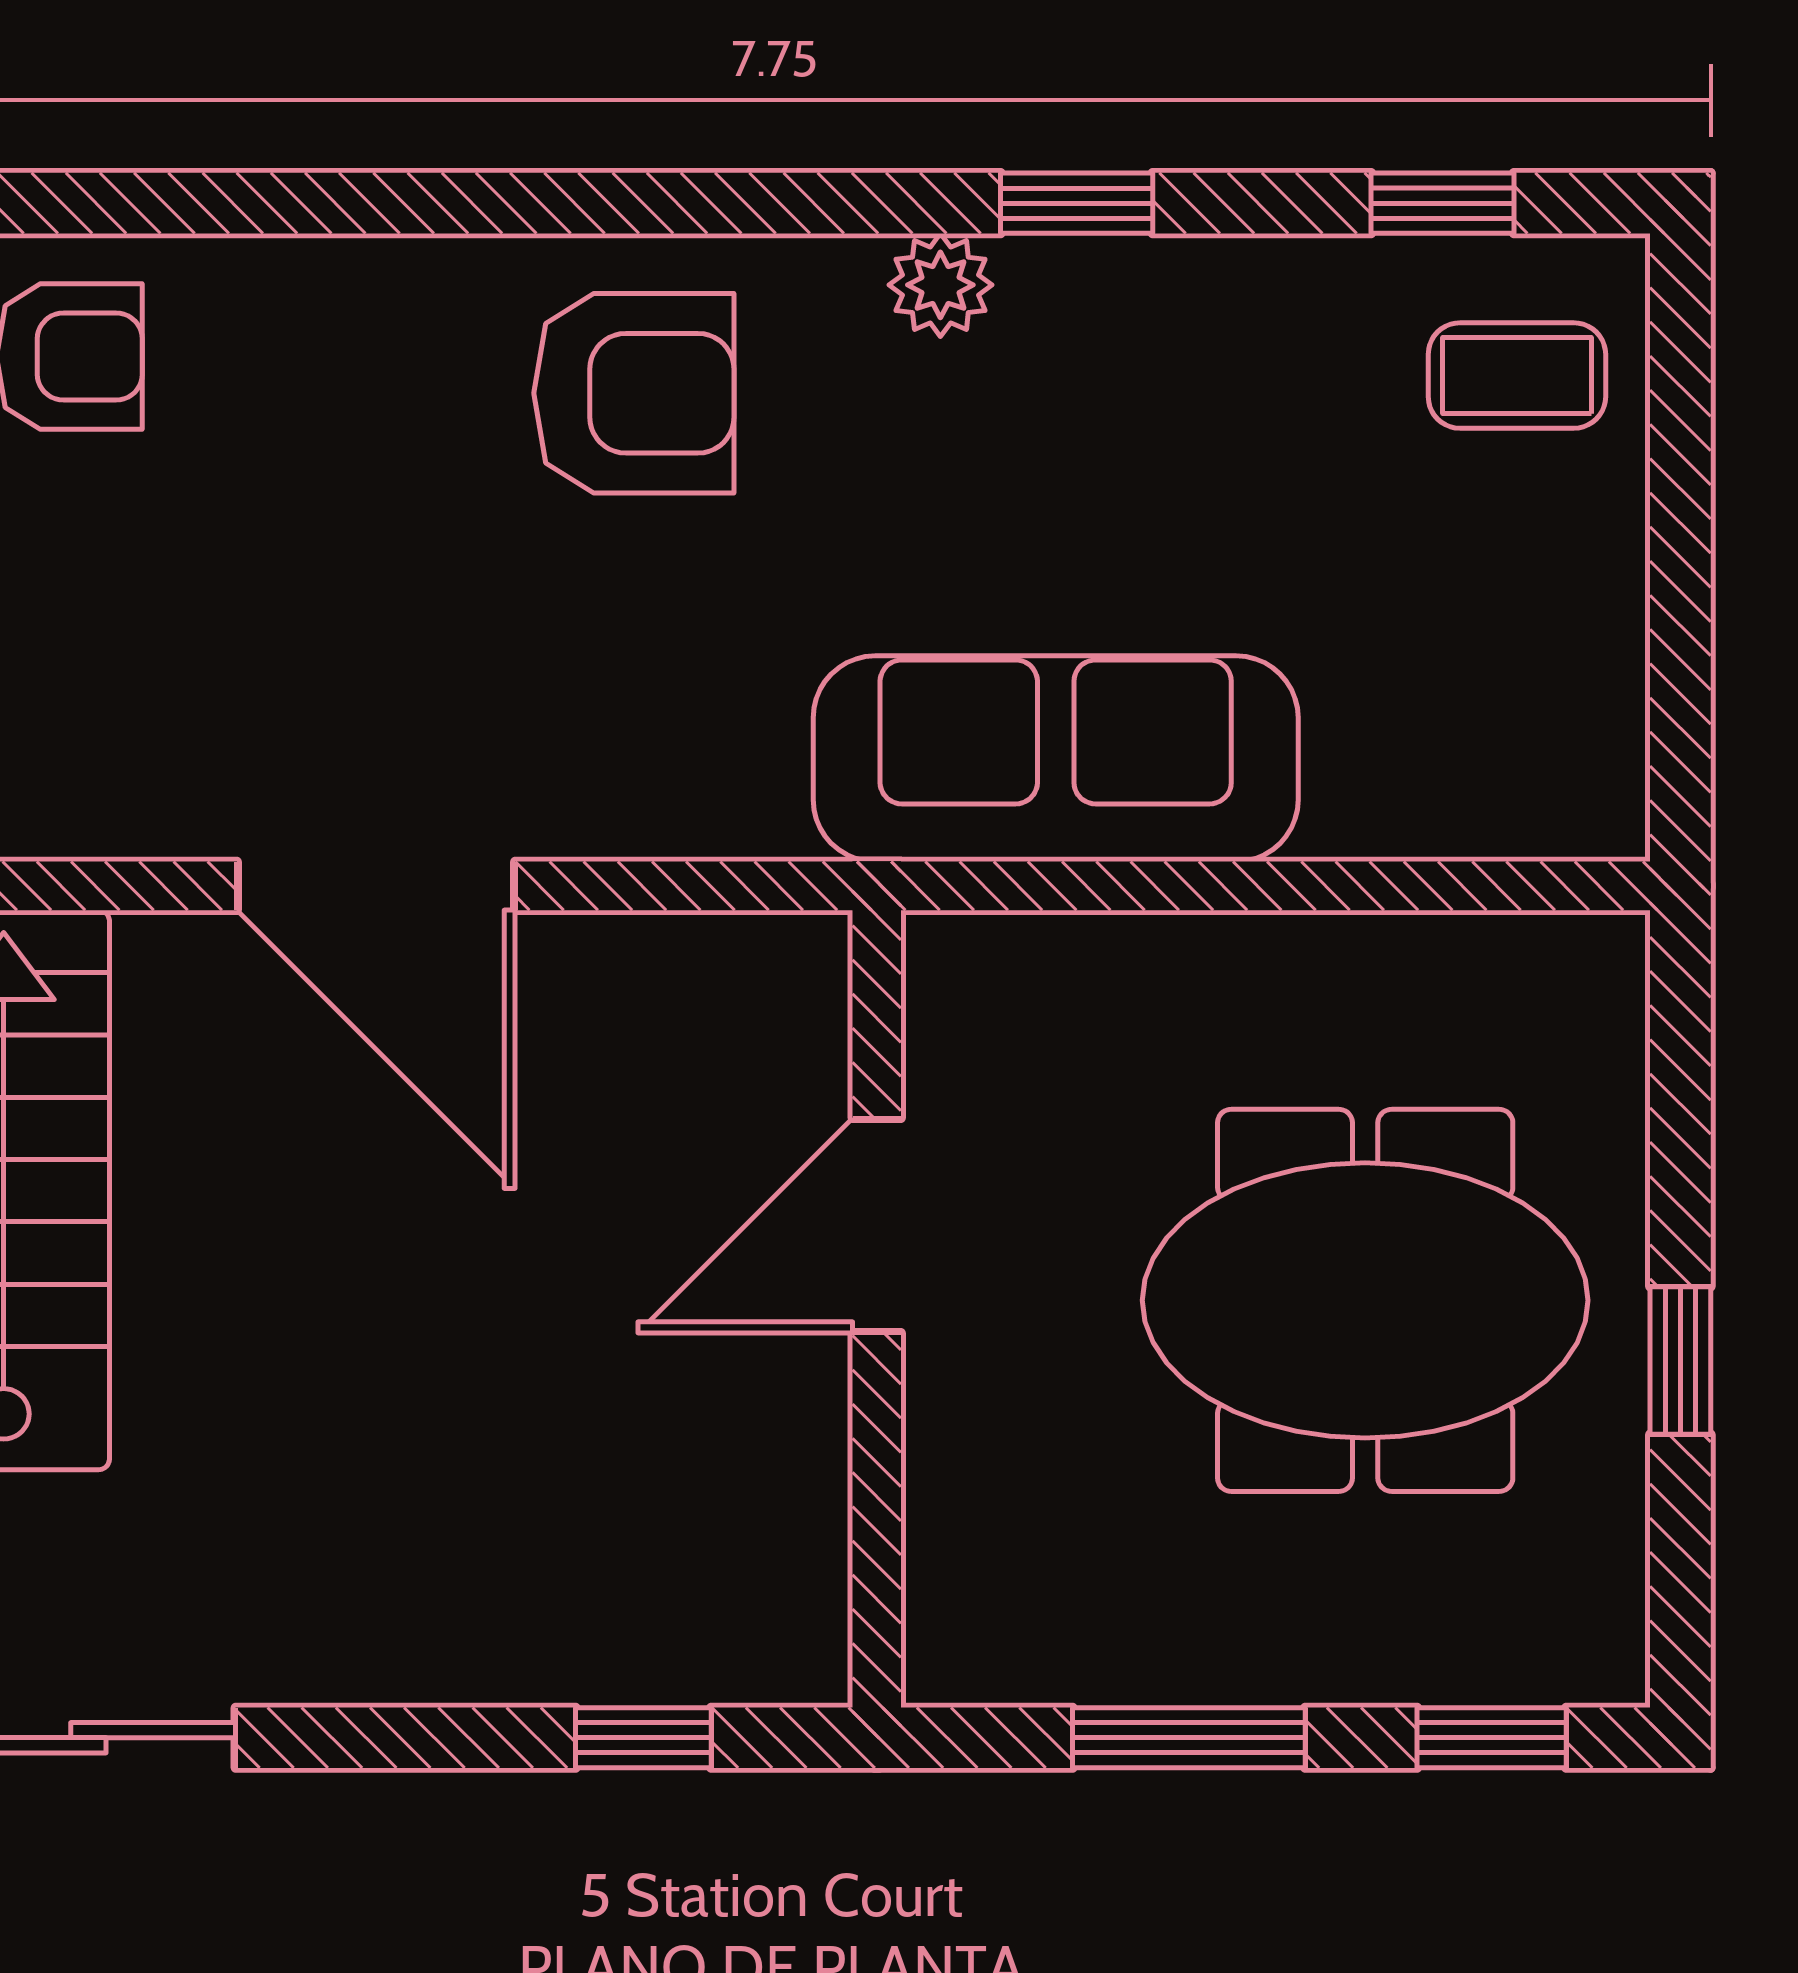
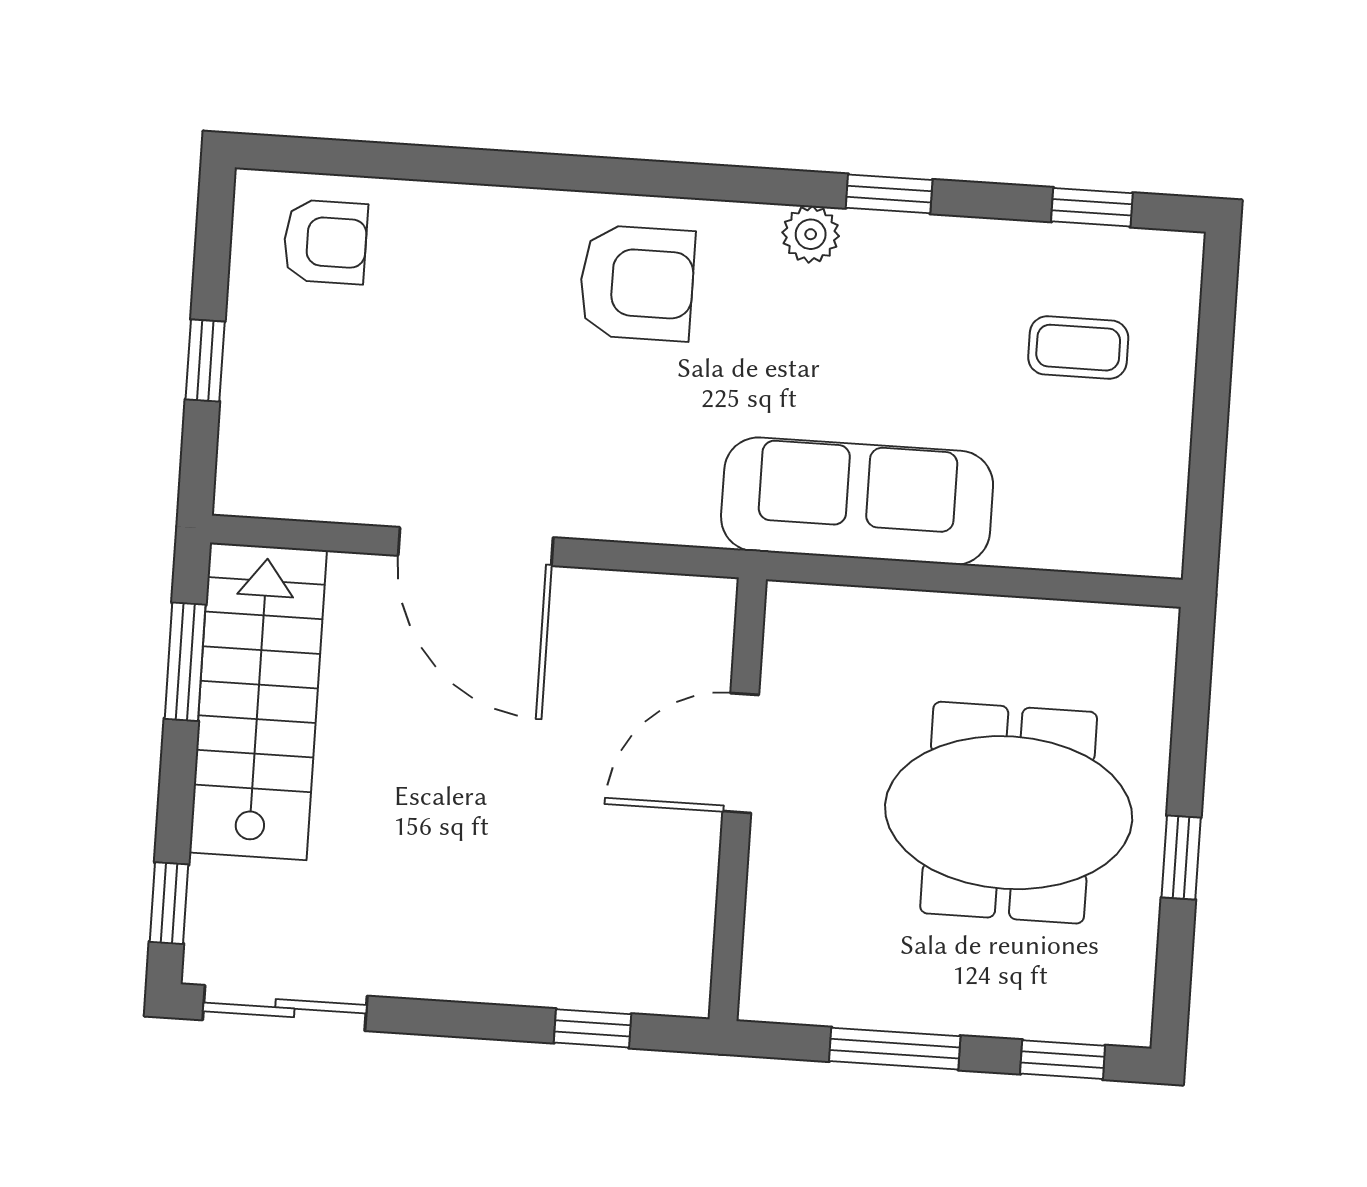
coffee table: (1517, 376) -> (1078, 348), moved

